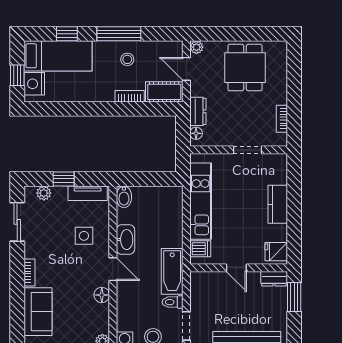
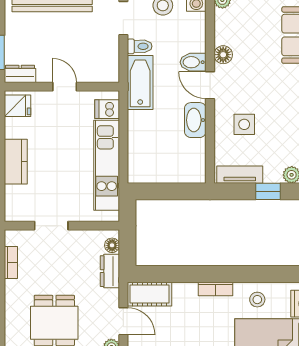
stool: (127, 59) -> (257, 300), moved
bookcase: (130, 96) -> (215, 289), moved
bidet: (124, 197) -> (193, 62), moved, turned -90

